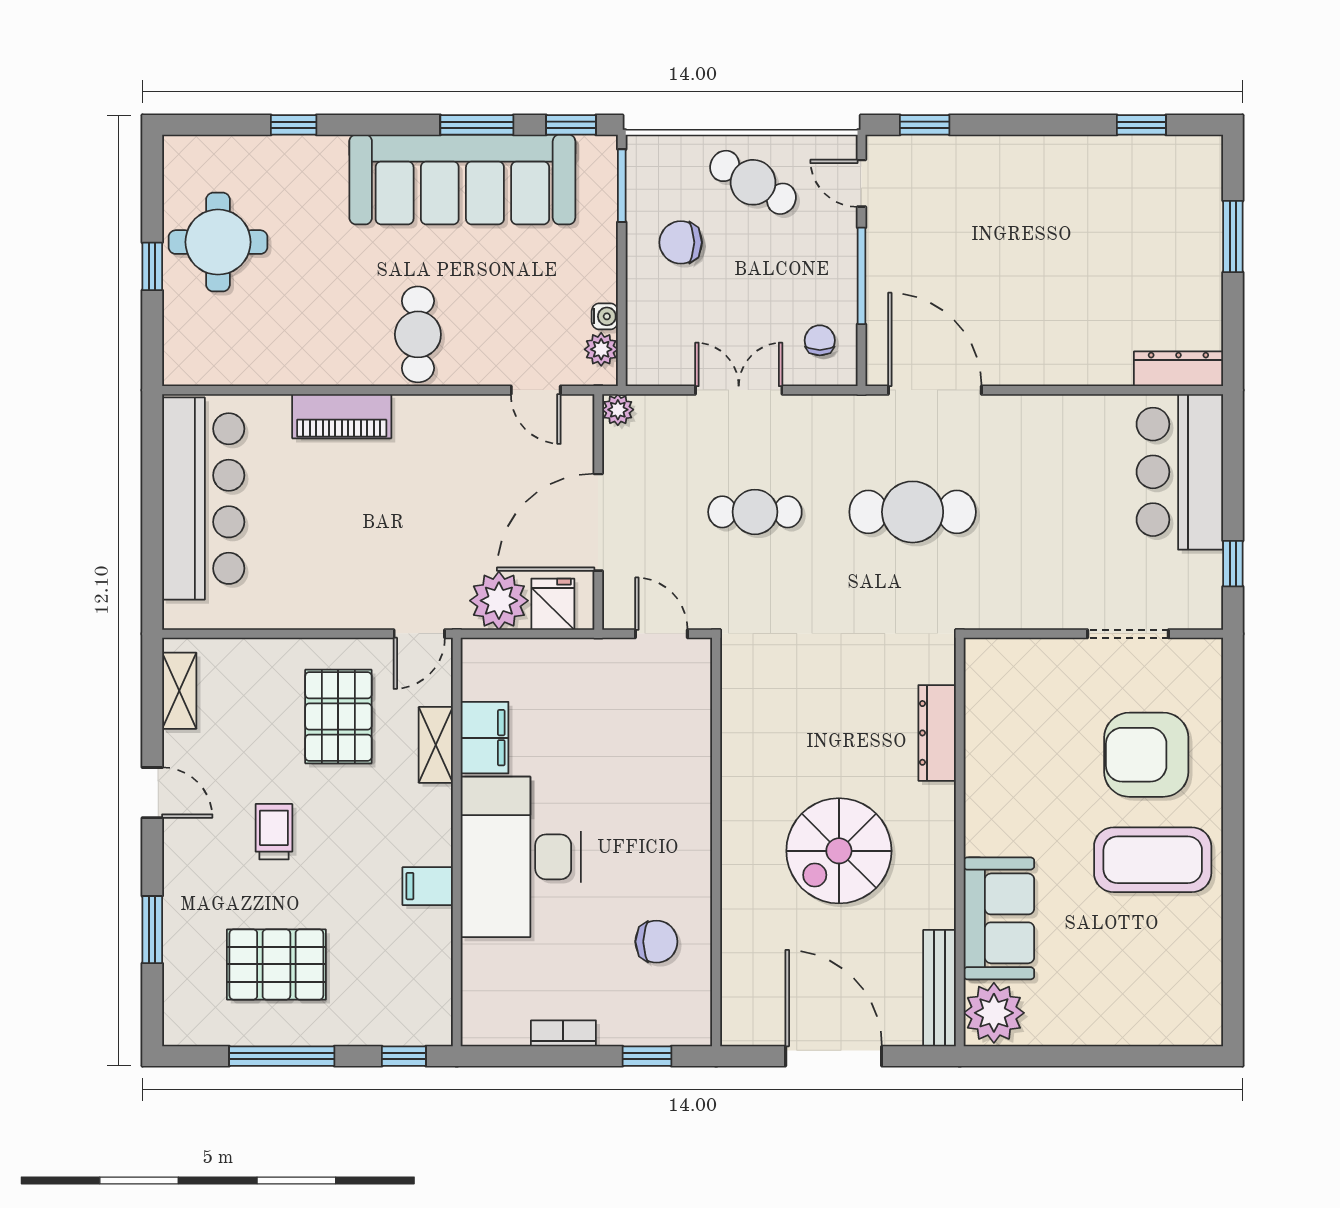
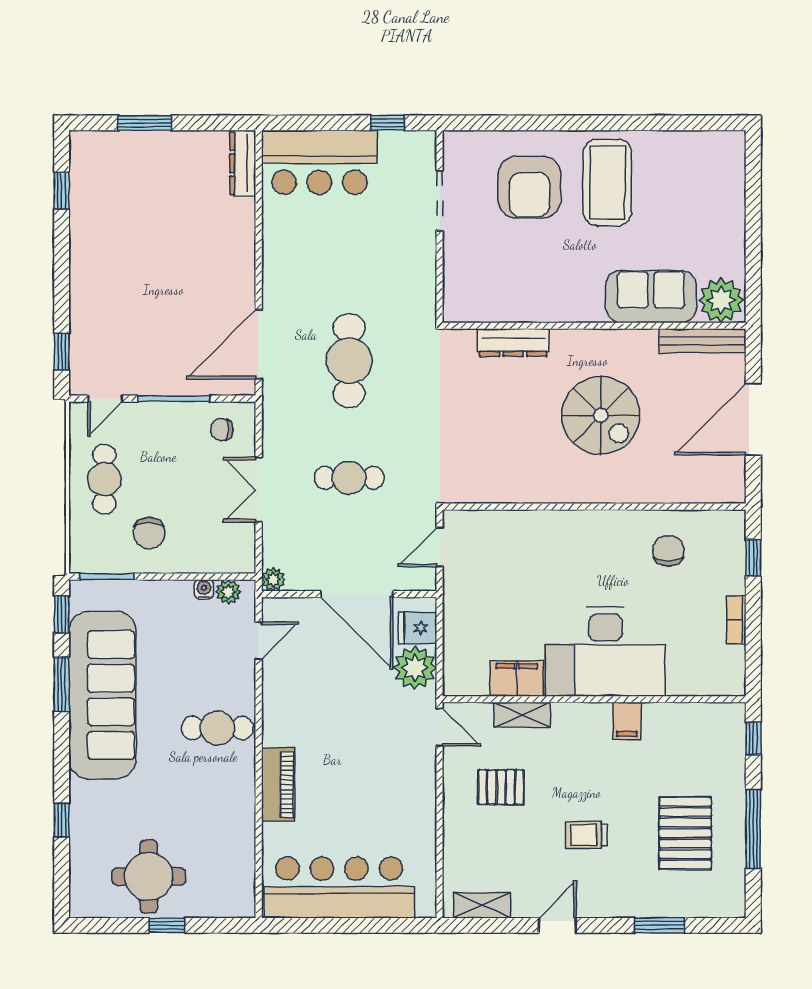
cafe table: (753, 182) -> (104, 479), turned -30
cafe table: (755, 512) -> (349, 478), turned 90
pallet: (338, 716) -> (501, 787), width x0.67, depth x0.71

